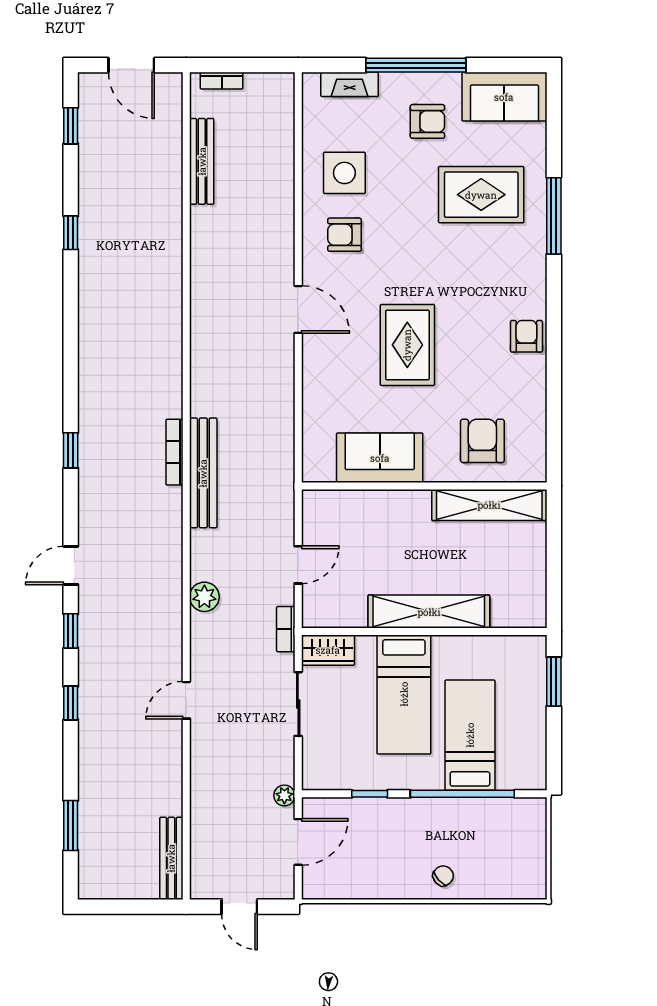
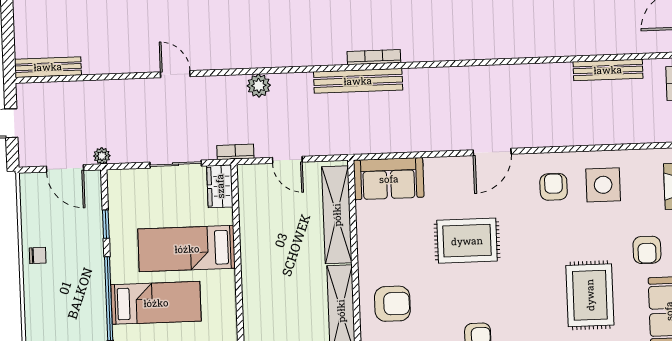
sofa: (380, 458) -> (389, 179), moved, turned 90
shelving: (429, 612) -> (337, 215), moved
chair: (443, 876) -> (38, 255), moved, turned -49

